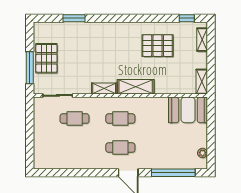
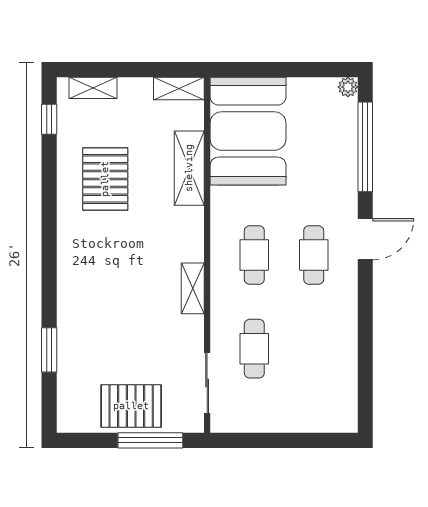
shelving: (136, 87) -> (189, 168), moved
booth: (188, 110) -> (248, 131), width x1.36, depth x1.42
plant: (203, 153) -> (348, 87), moved

